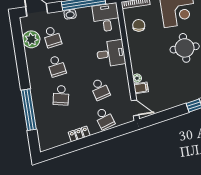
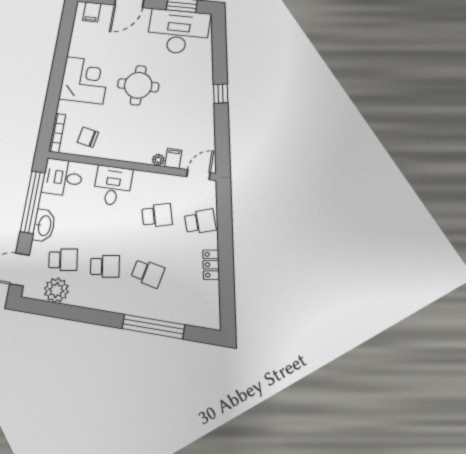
washbasin: (70, 14) -> (44, 226), width x1.91, depth x1.45

